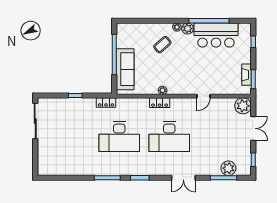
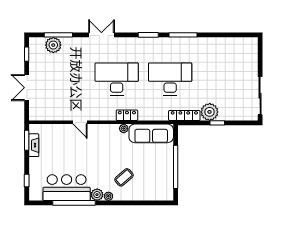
sofa: (125, 69) -> (151, 133), moved, turned -90
door: (203, 96) -> (80, 122), swing flipped
locker: (106, 102) -> (184, 115), width x1.53
plant: (243, 106) -> (210, 112), moved

